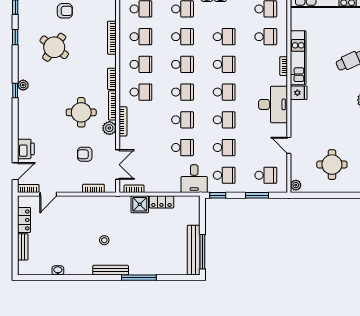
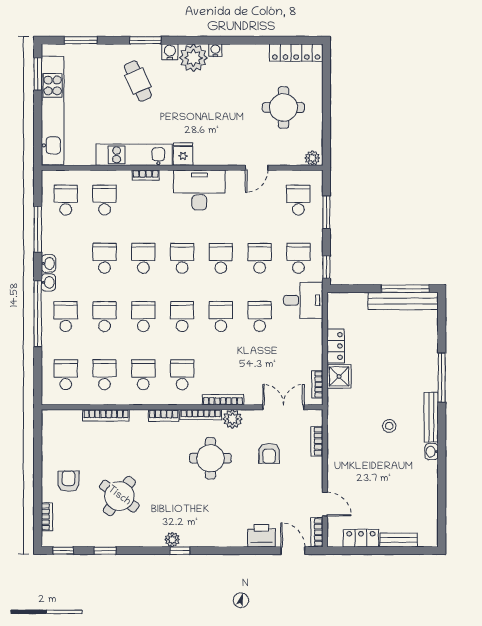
washbasin: (58, 270) -> (432, 452), moved

